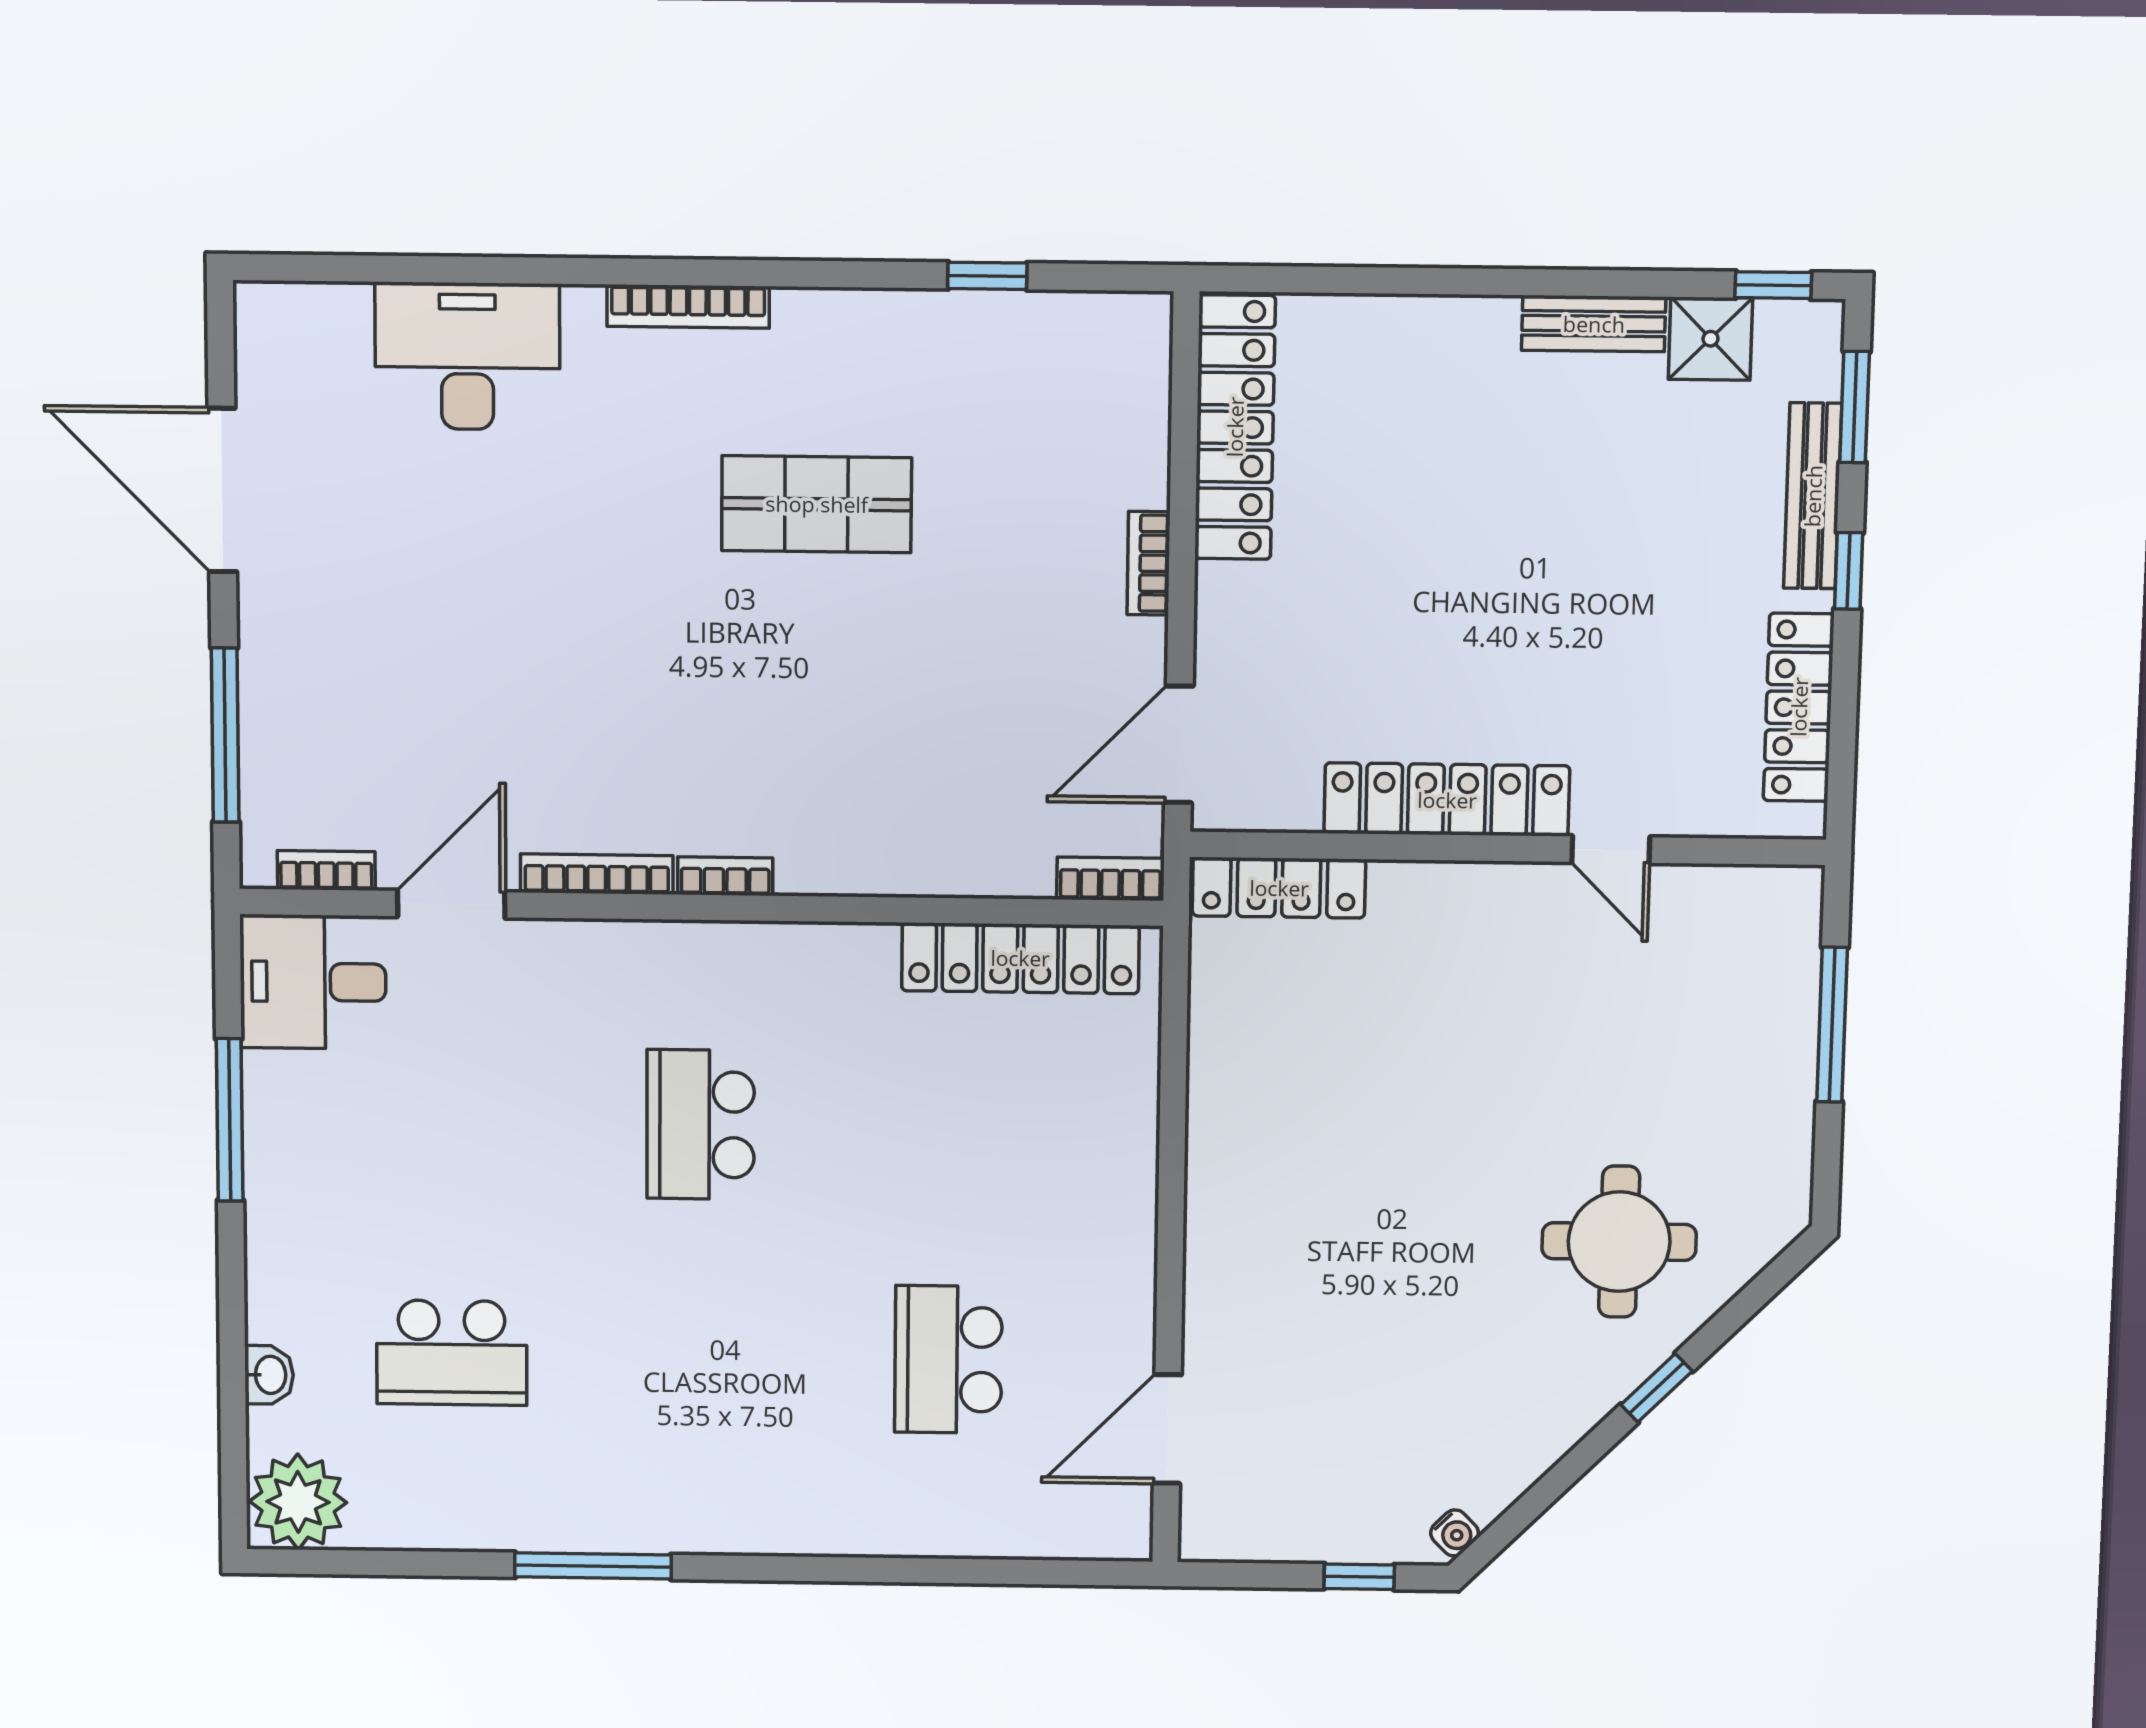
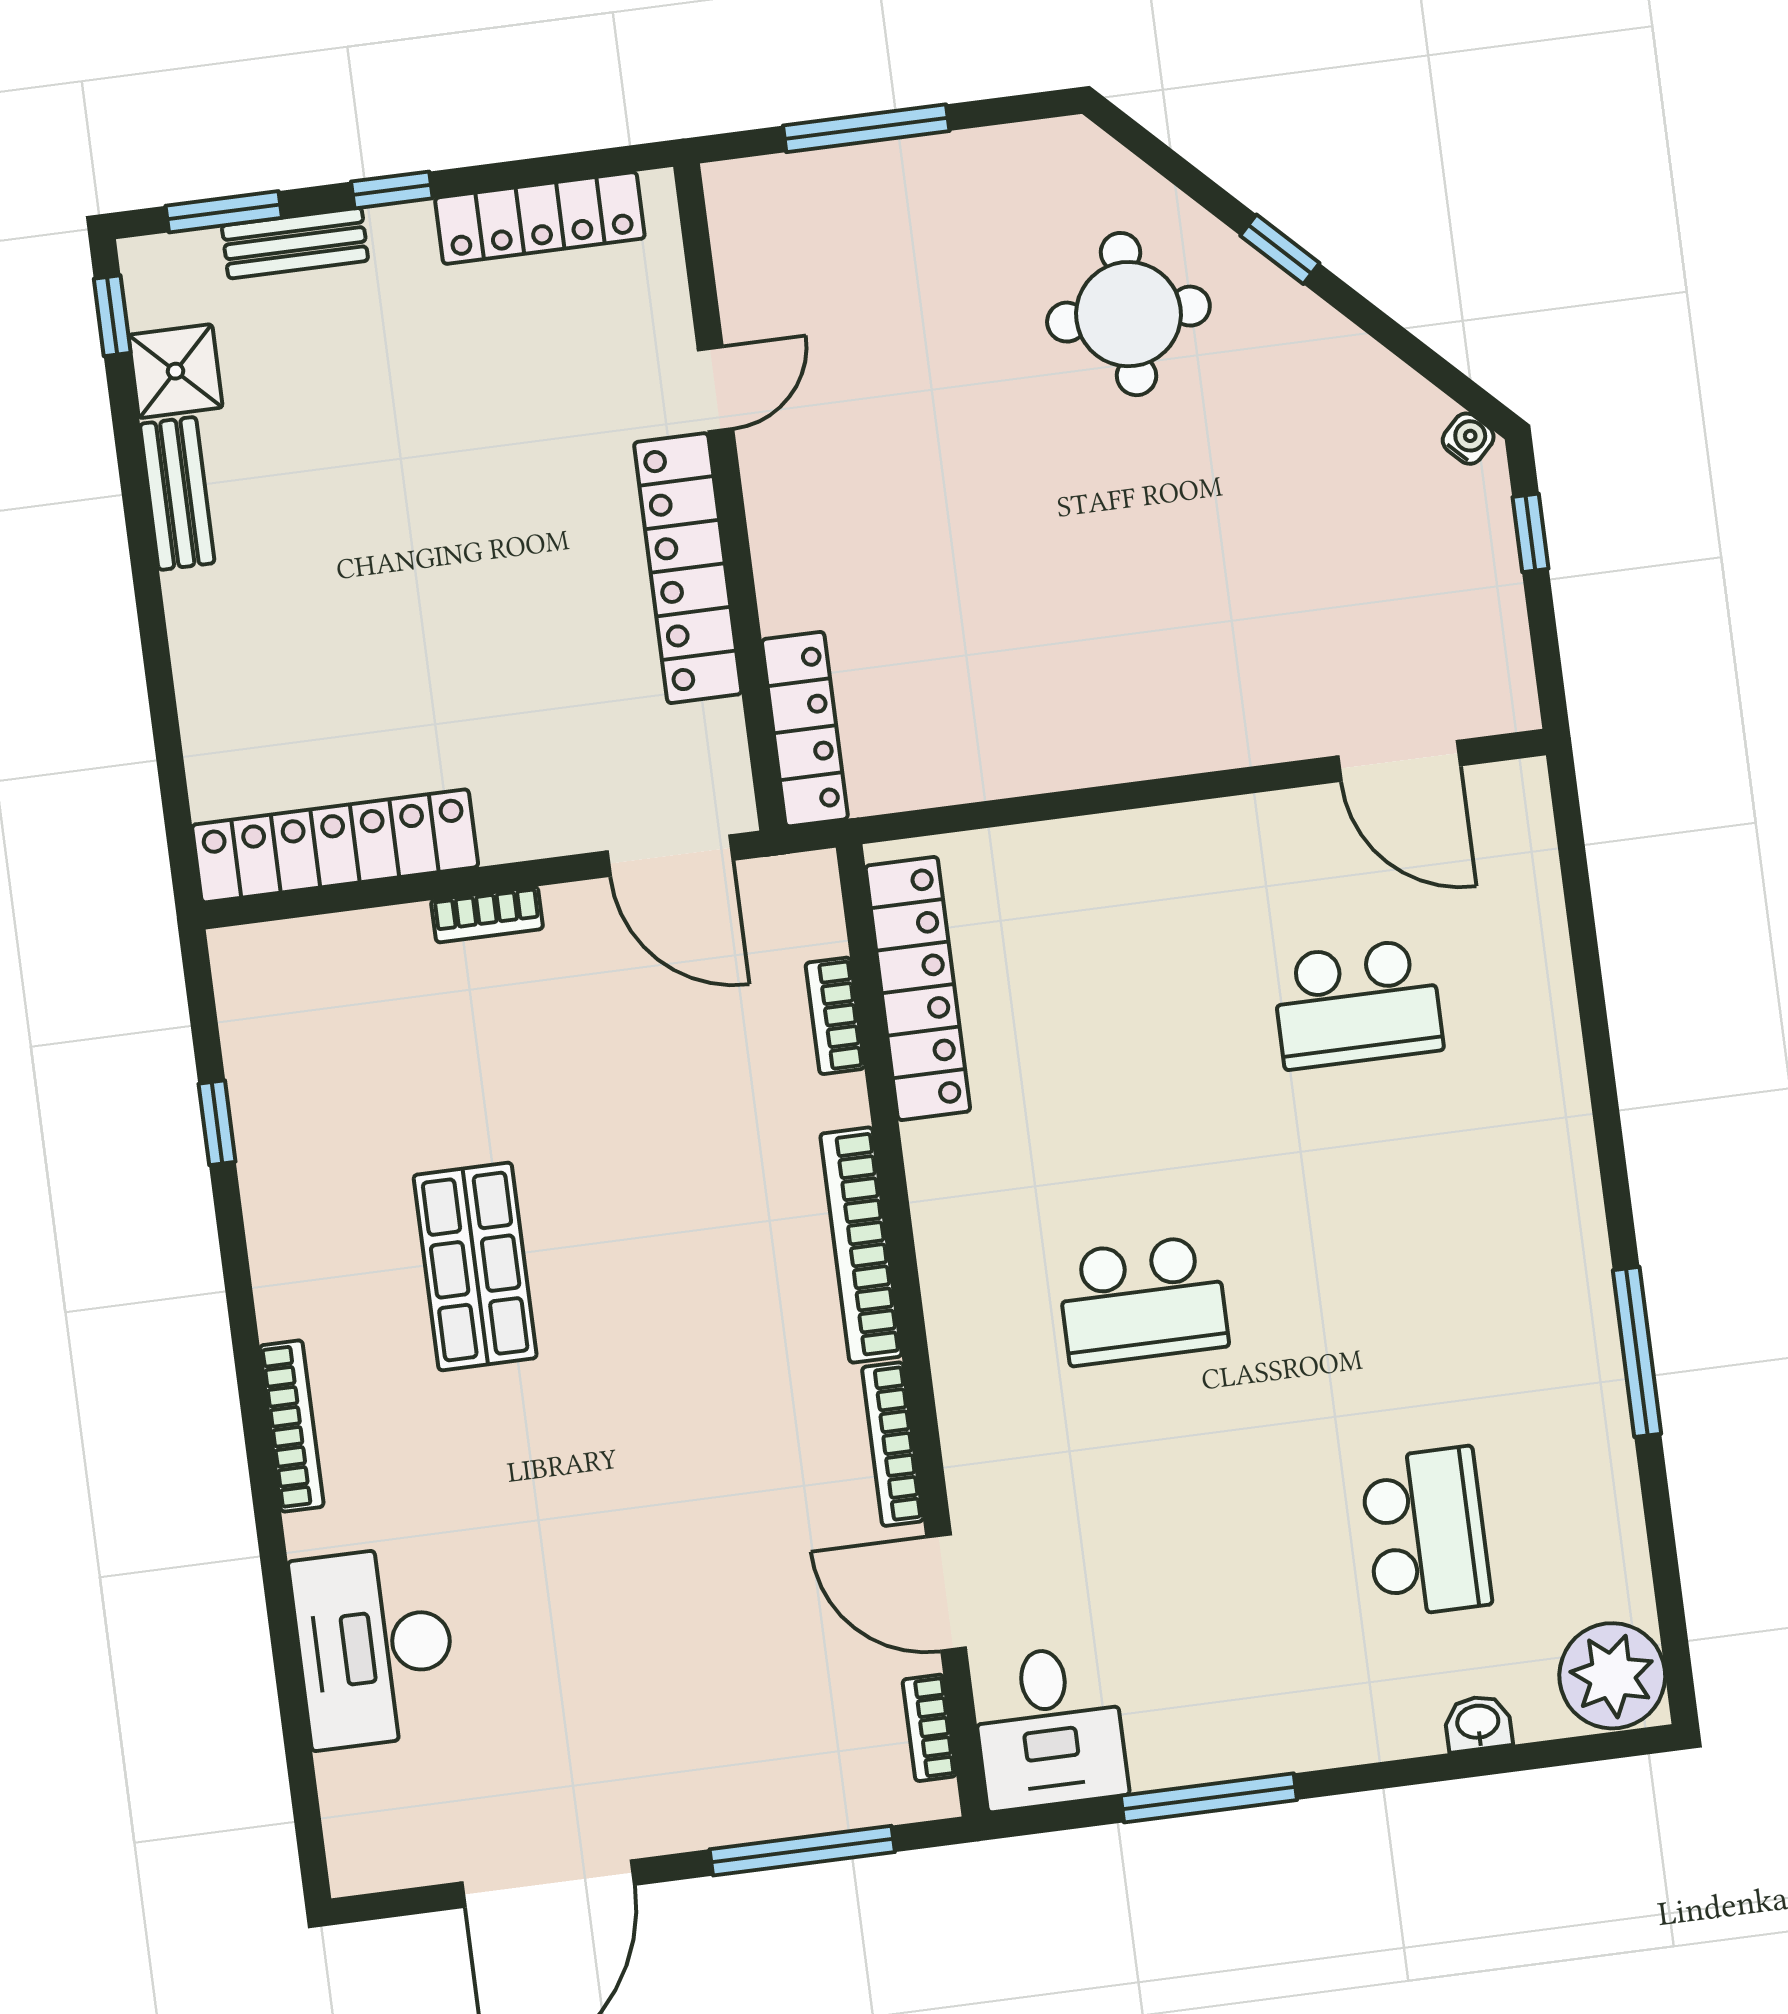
bench: (1813, 496) -> (295, 243), width x0.73
bookcase: (725, 876) -> (861, 1245), width x2.31, depth x1.31
bookcase: (1110, 879) -> (835, 1016), moved

